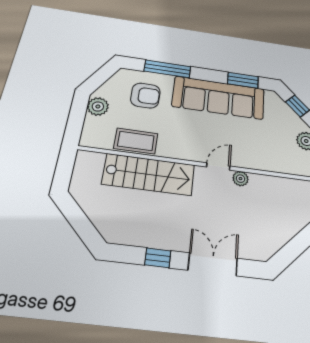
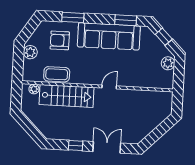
window: (167, 69) -> (73, 17), width x0.69
armchair: (145, 96) -> (60, 40), turned 180
plant: (241, 179) -> (34, 89), moved

